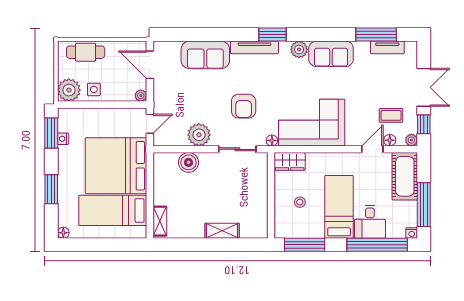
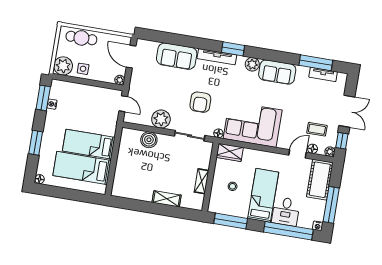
door: (150, 124) -> (123, 104), hinge flipped
bed: (116, 166) -> (89, 144), width x0.49
shelving: (160, 221) -> (201, 181), moved

